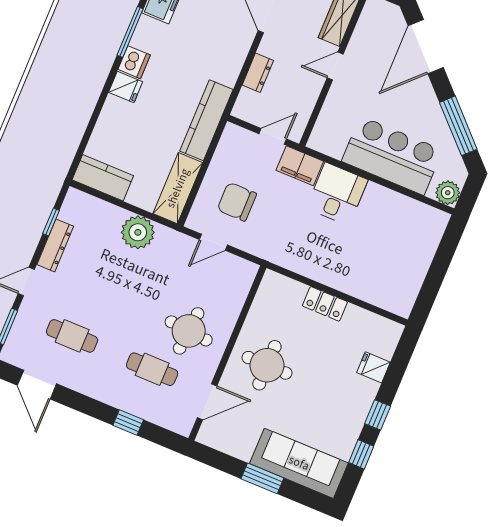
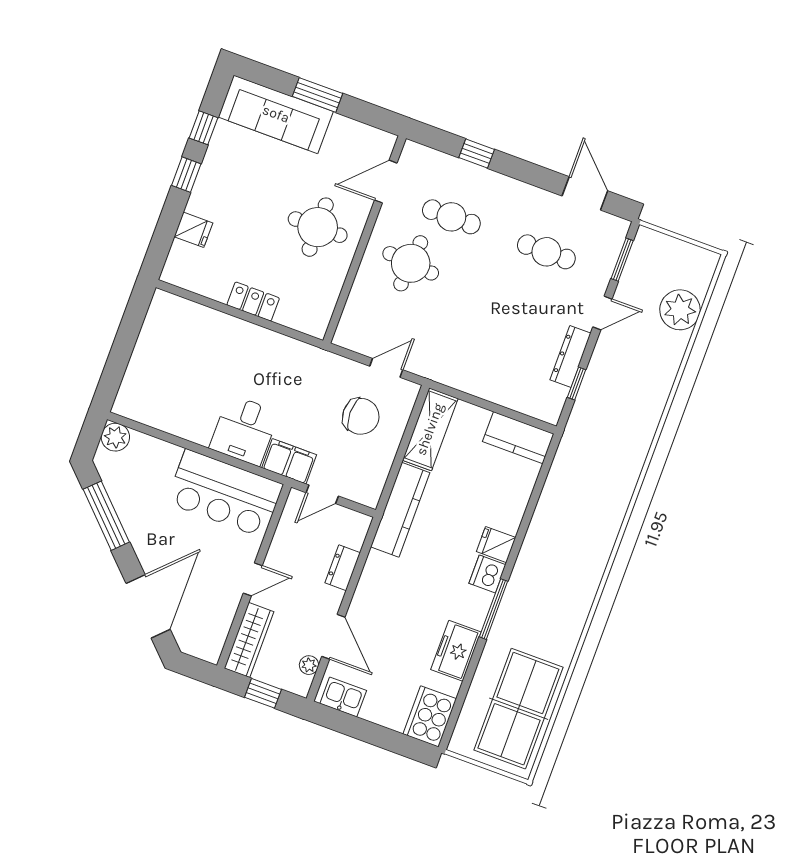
bar counter: (392, 156) -> (225, 493), moved
plant: (138, 232) -> (475, 376), removed

